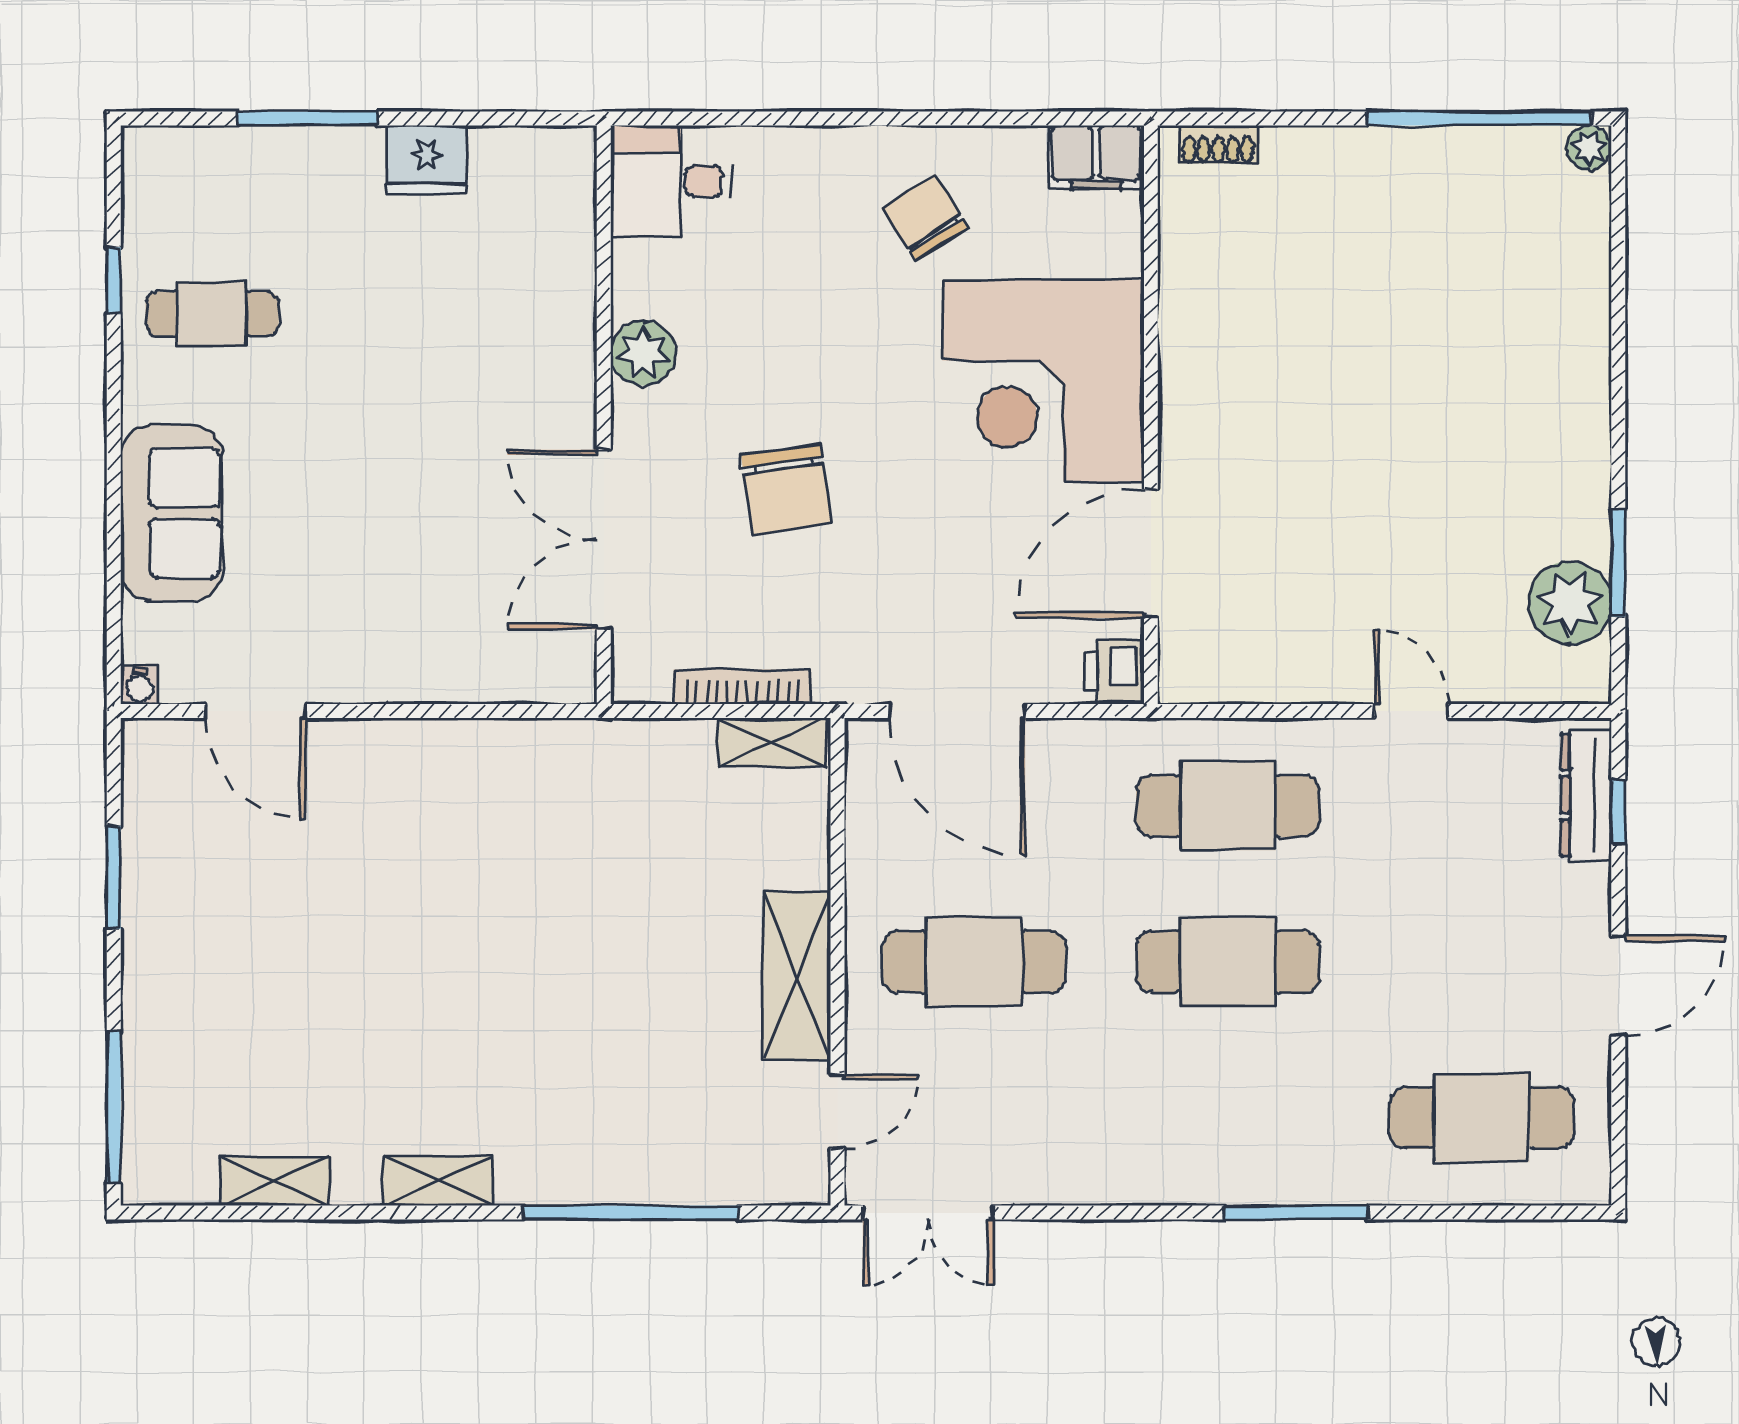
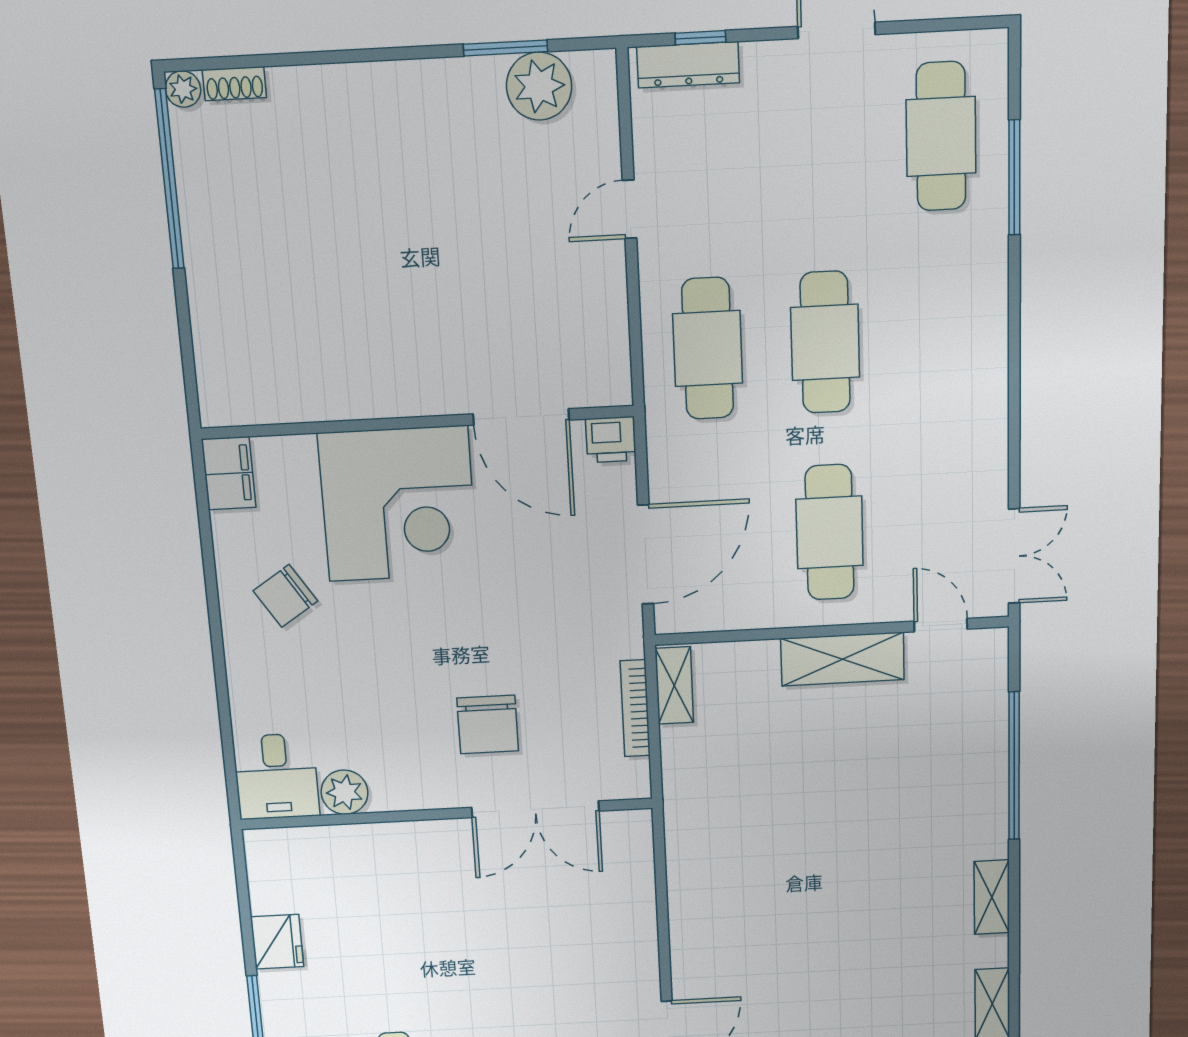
shoe rack: (1218, 144) -> (234, 84), moved, turned 90
plant: (643, 353) -> (345, 792), moved
chair: (786, 489) -> (488, 725), moved, turned 98
window: (1296, 1213) -> (1014, 178), moved

